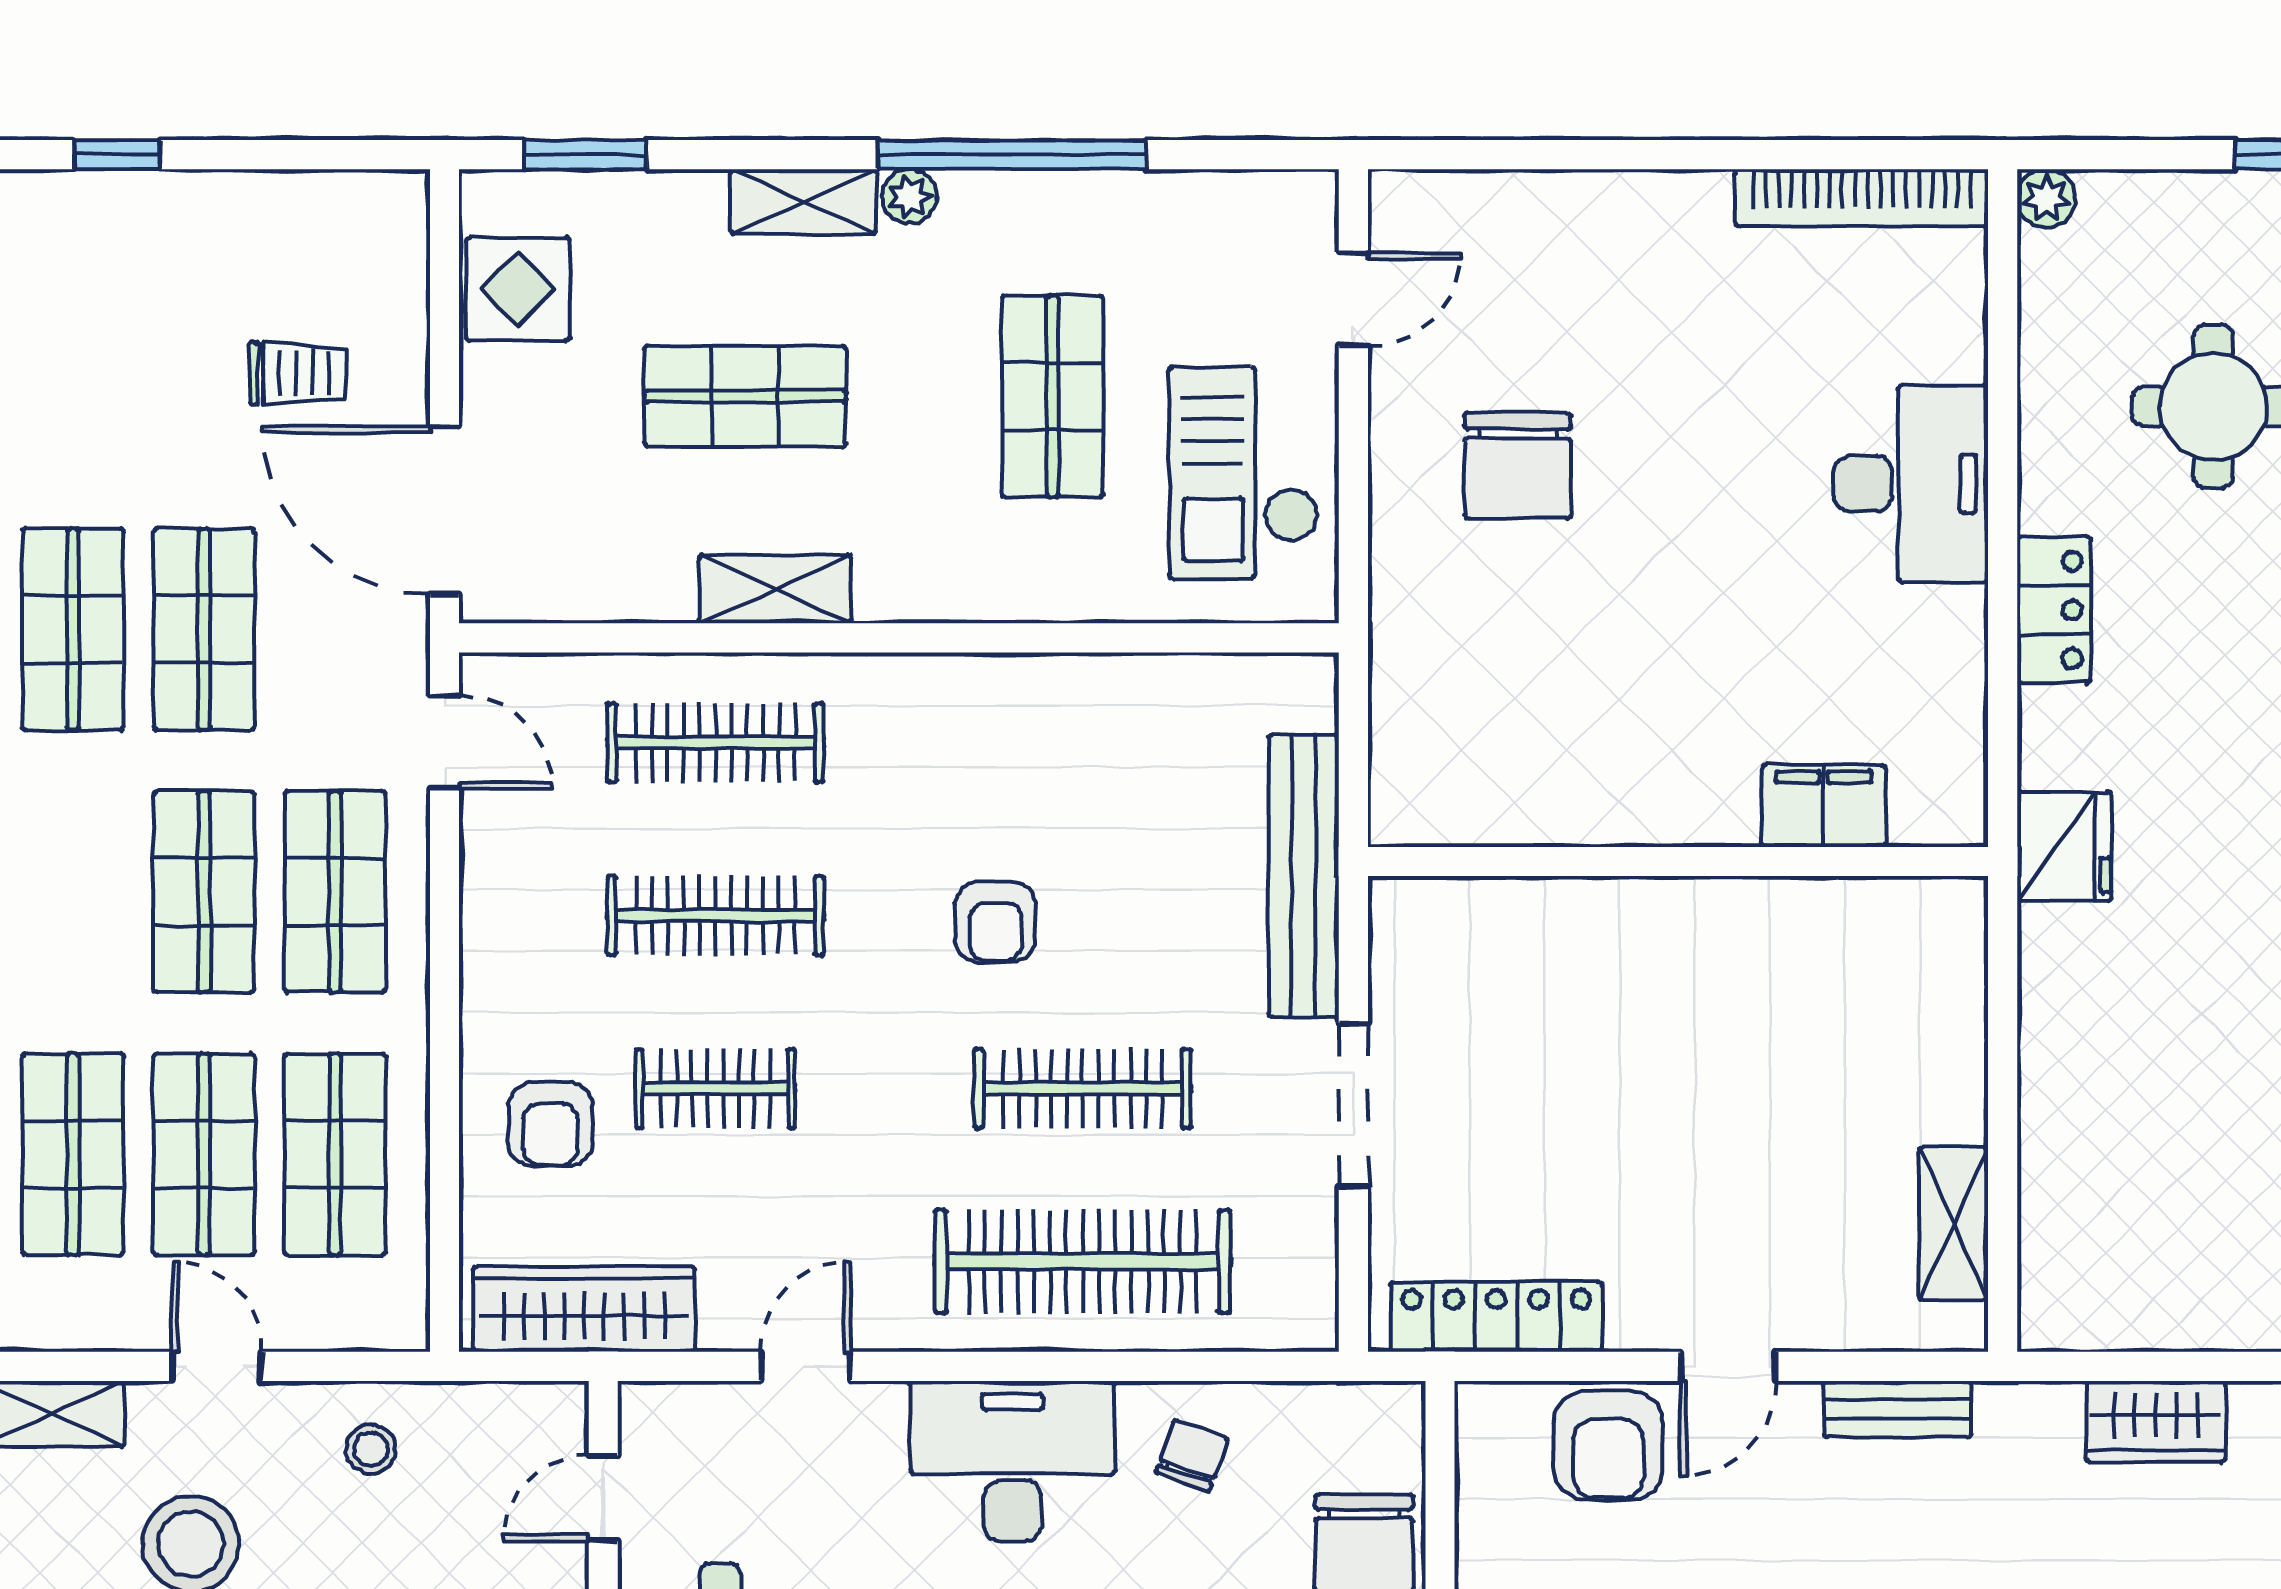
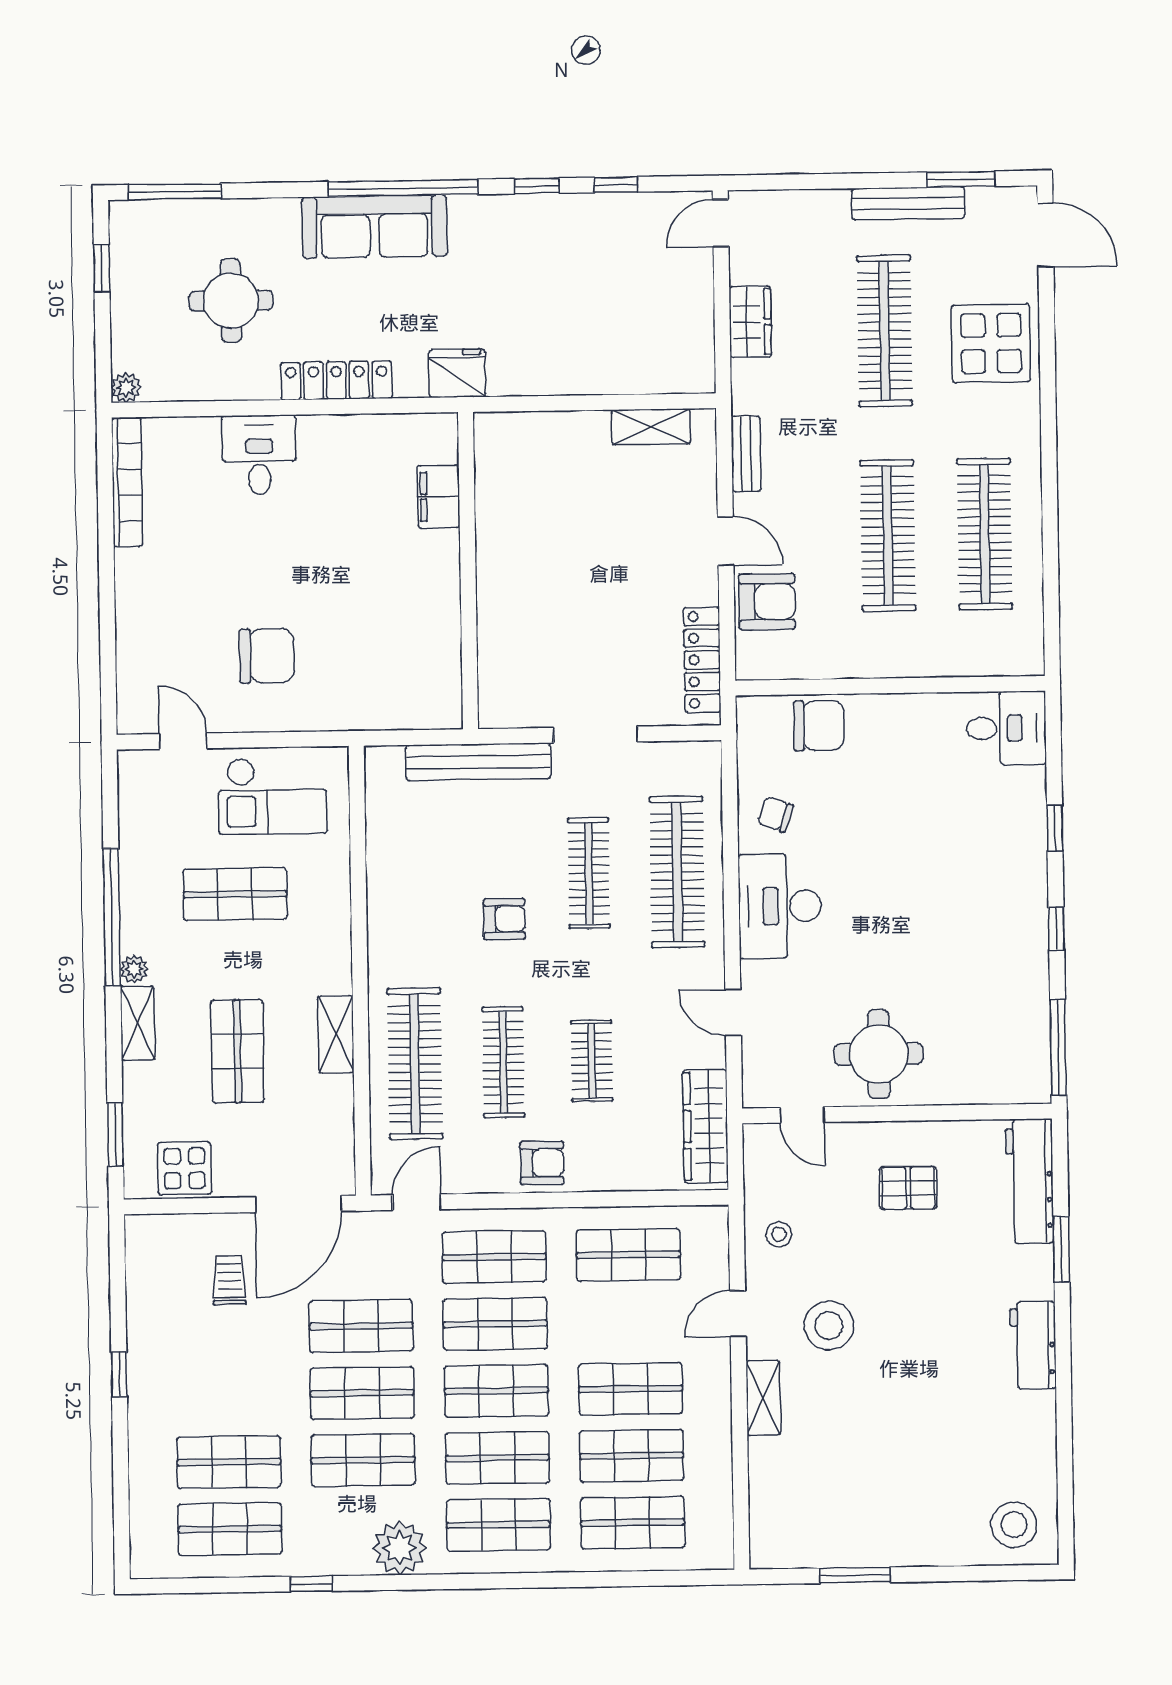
desk: (1911, 484) -> (259, 455), width x0.73
locker: (2054, 610) -> (336, 380), width x1.53
clothes rail: (715, 743) -> (415, 1064), width x1.37, depth x1.31
armchair: (551, 1124) -> (542, 1163), moved
shop shelf: (204, 1154) -> (496, 1391), moved

